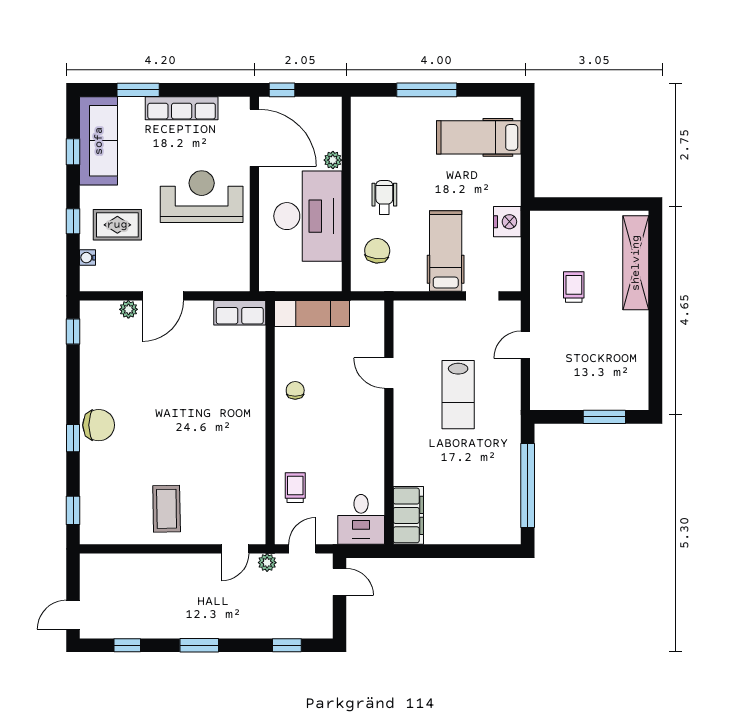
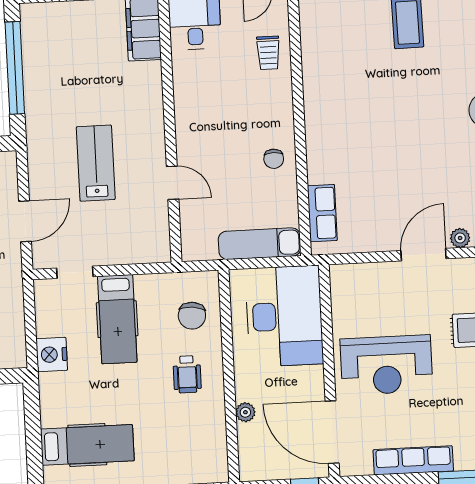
desk: (308, 216) -> (284, 316), moved, turned 180
row of seats: (240, 313) -> (322, 213), moved, turned 90
door: (525, 345) -> (25, 221), width x1.38

